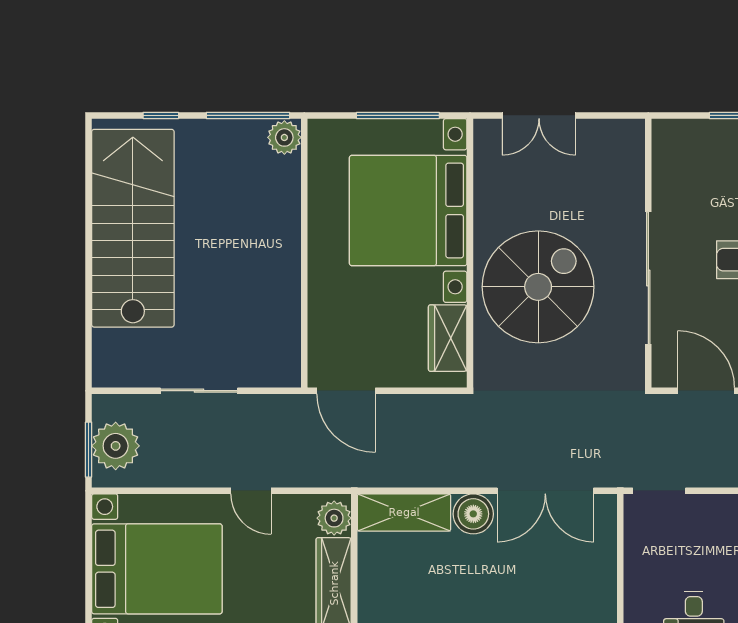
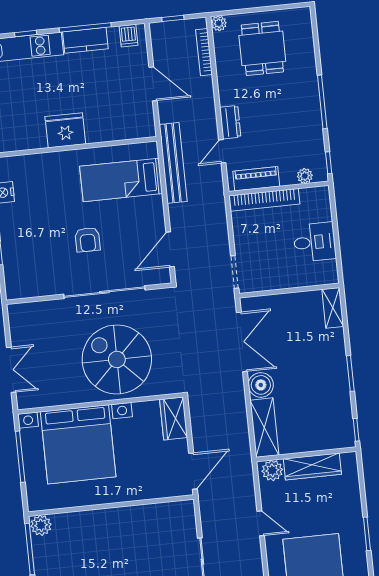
wardrobe: (448, 338) -> (174, 419), moved, turned 90
door: (251, 491) -> (261, 523), hinge flipped

